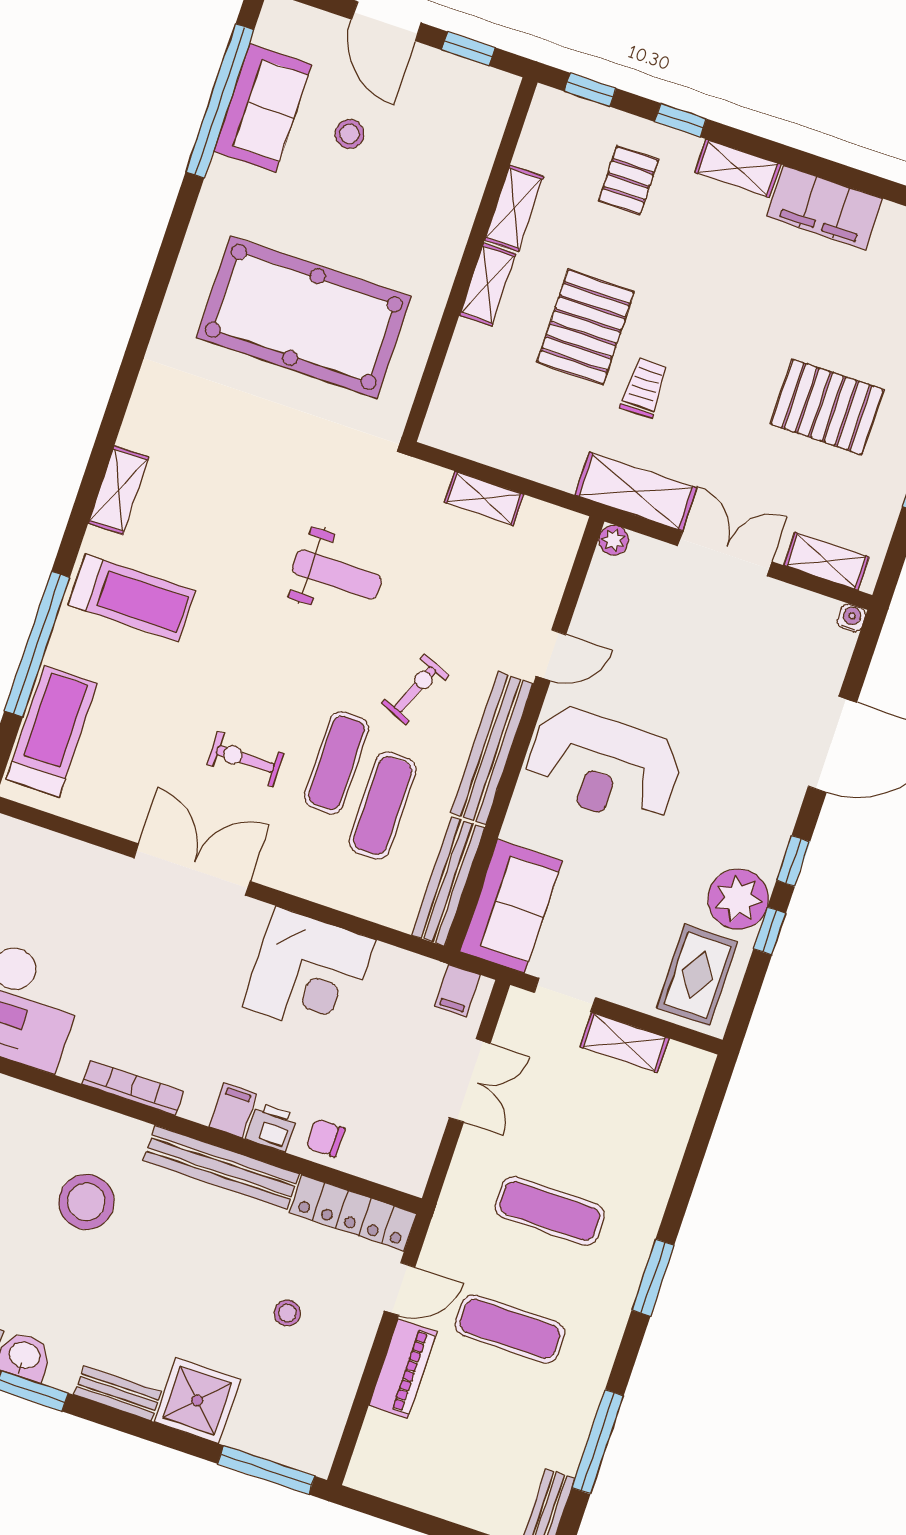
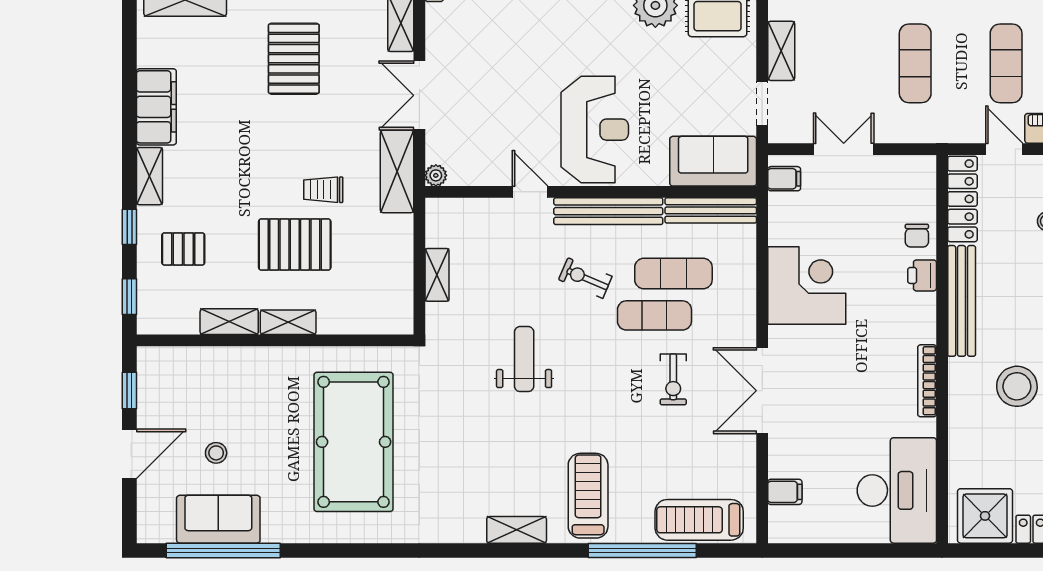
filing cabinet: (233, 1110) -> (785, 492), moved, turned 180

